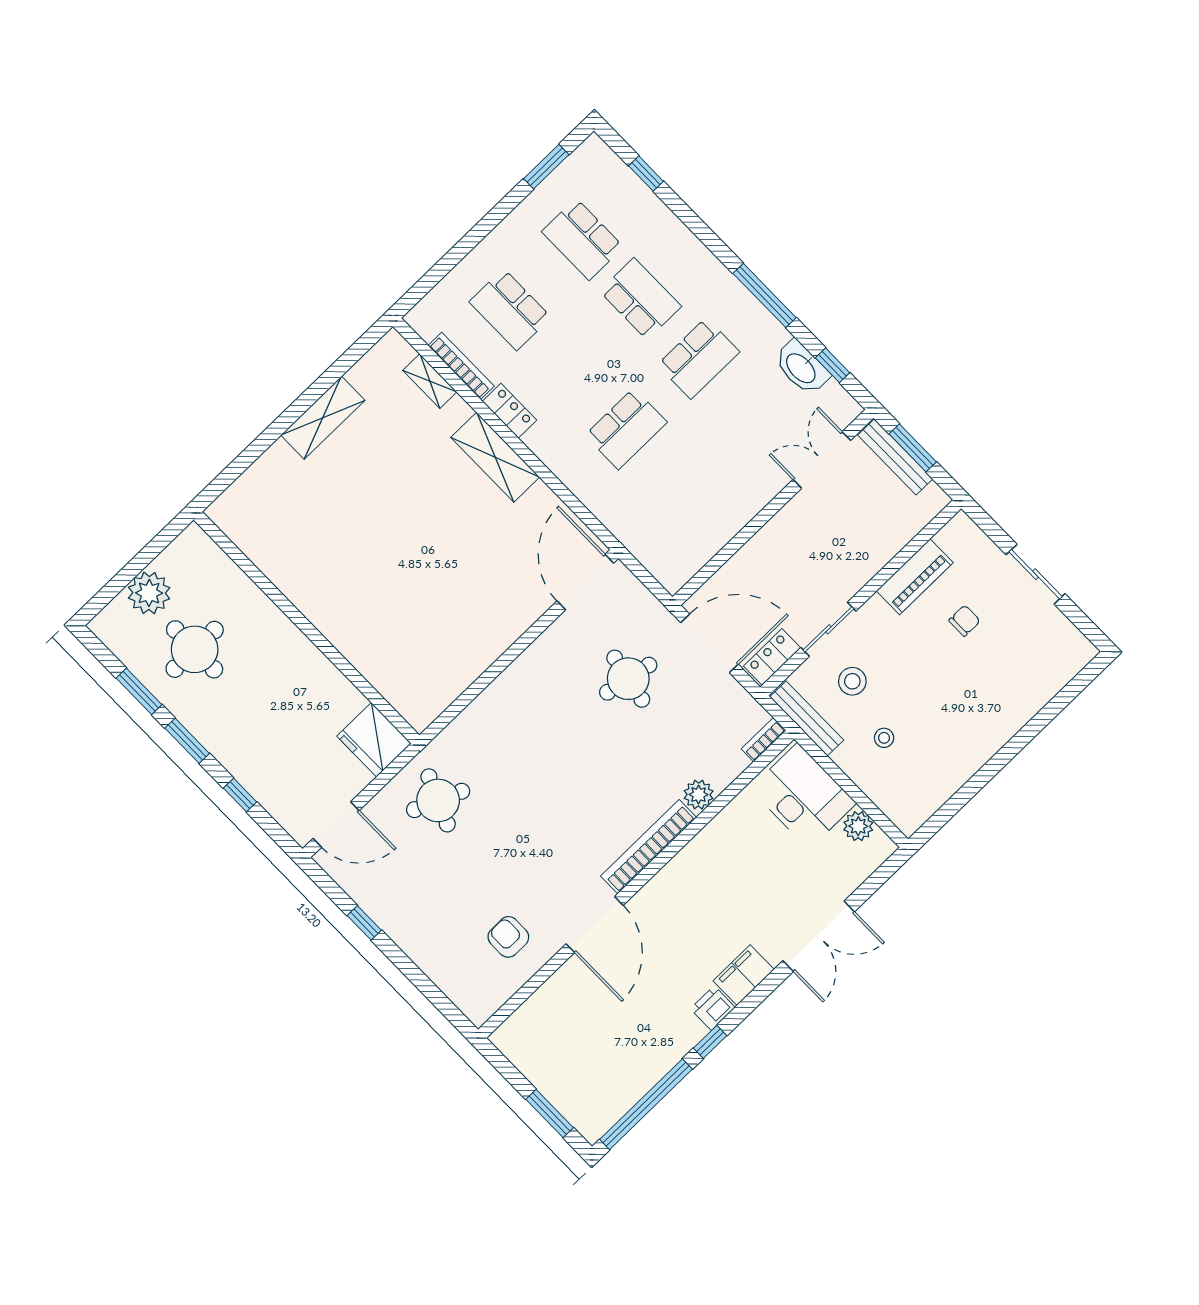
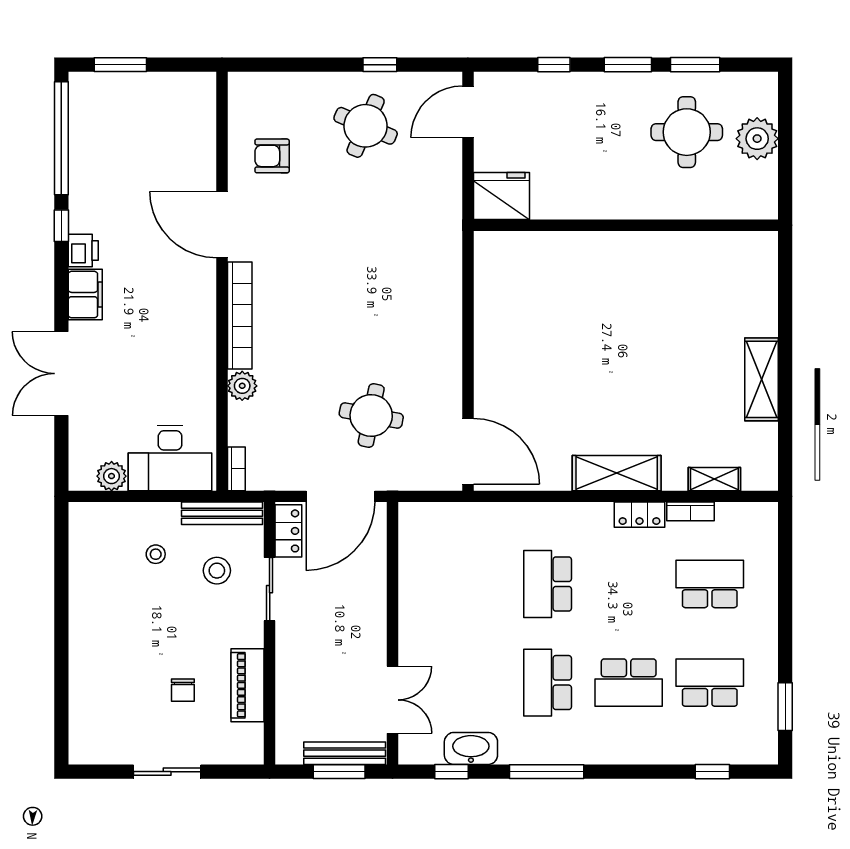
bookcase: (461, 366) -> (690, 511), width x0.64
round table: (438, 800) -> (366, 126), moved
armchair: (508, 937) -> (272, 156), turned 180

